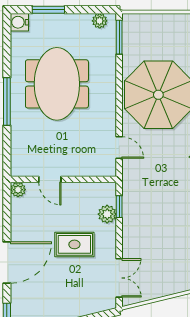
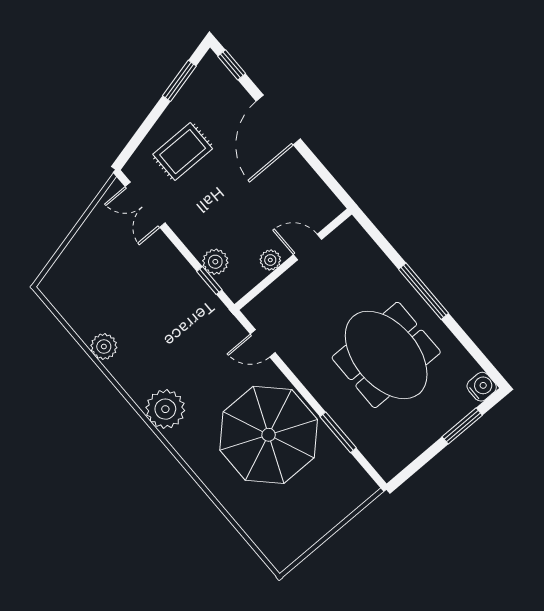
plant: (100, 21) -> (398, 460), removed
window: (119, 37) -> (338, 432), moved
plant: (18, 190) -> (270, 260), moved
rug: (74, 244) -> (183, 152), moved

